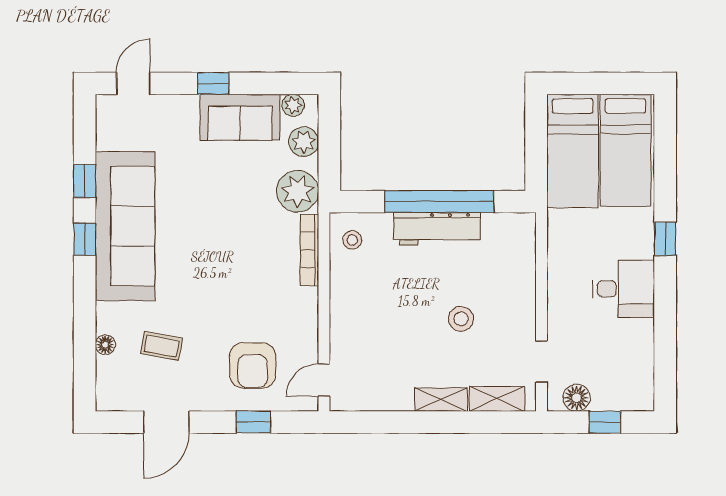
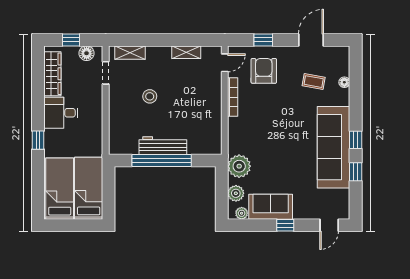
stool: (352, 240) -> (209, 140), removed
bookcase: (309, 250) -> (233, 97), moved
wardrobe: (639, 360) -> (52, 74), added
shelving: (441, 399) -> (186, 52), moved

